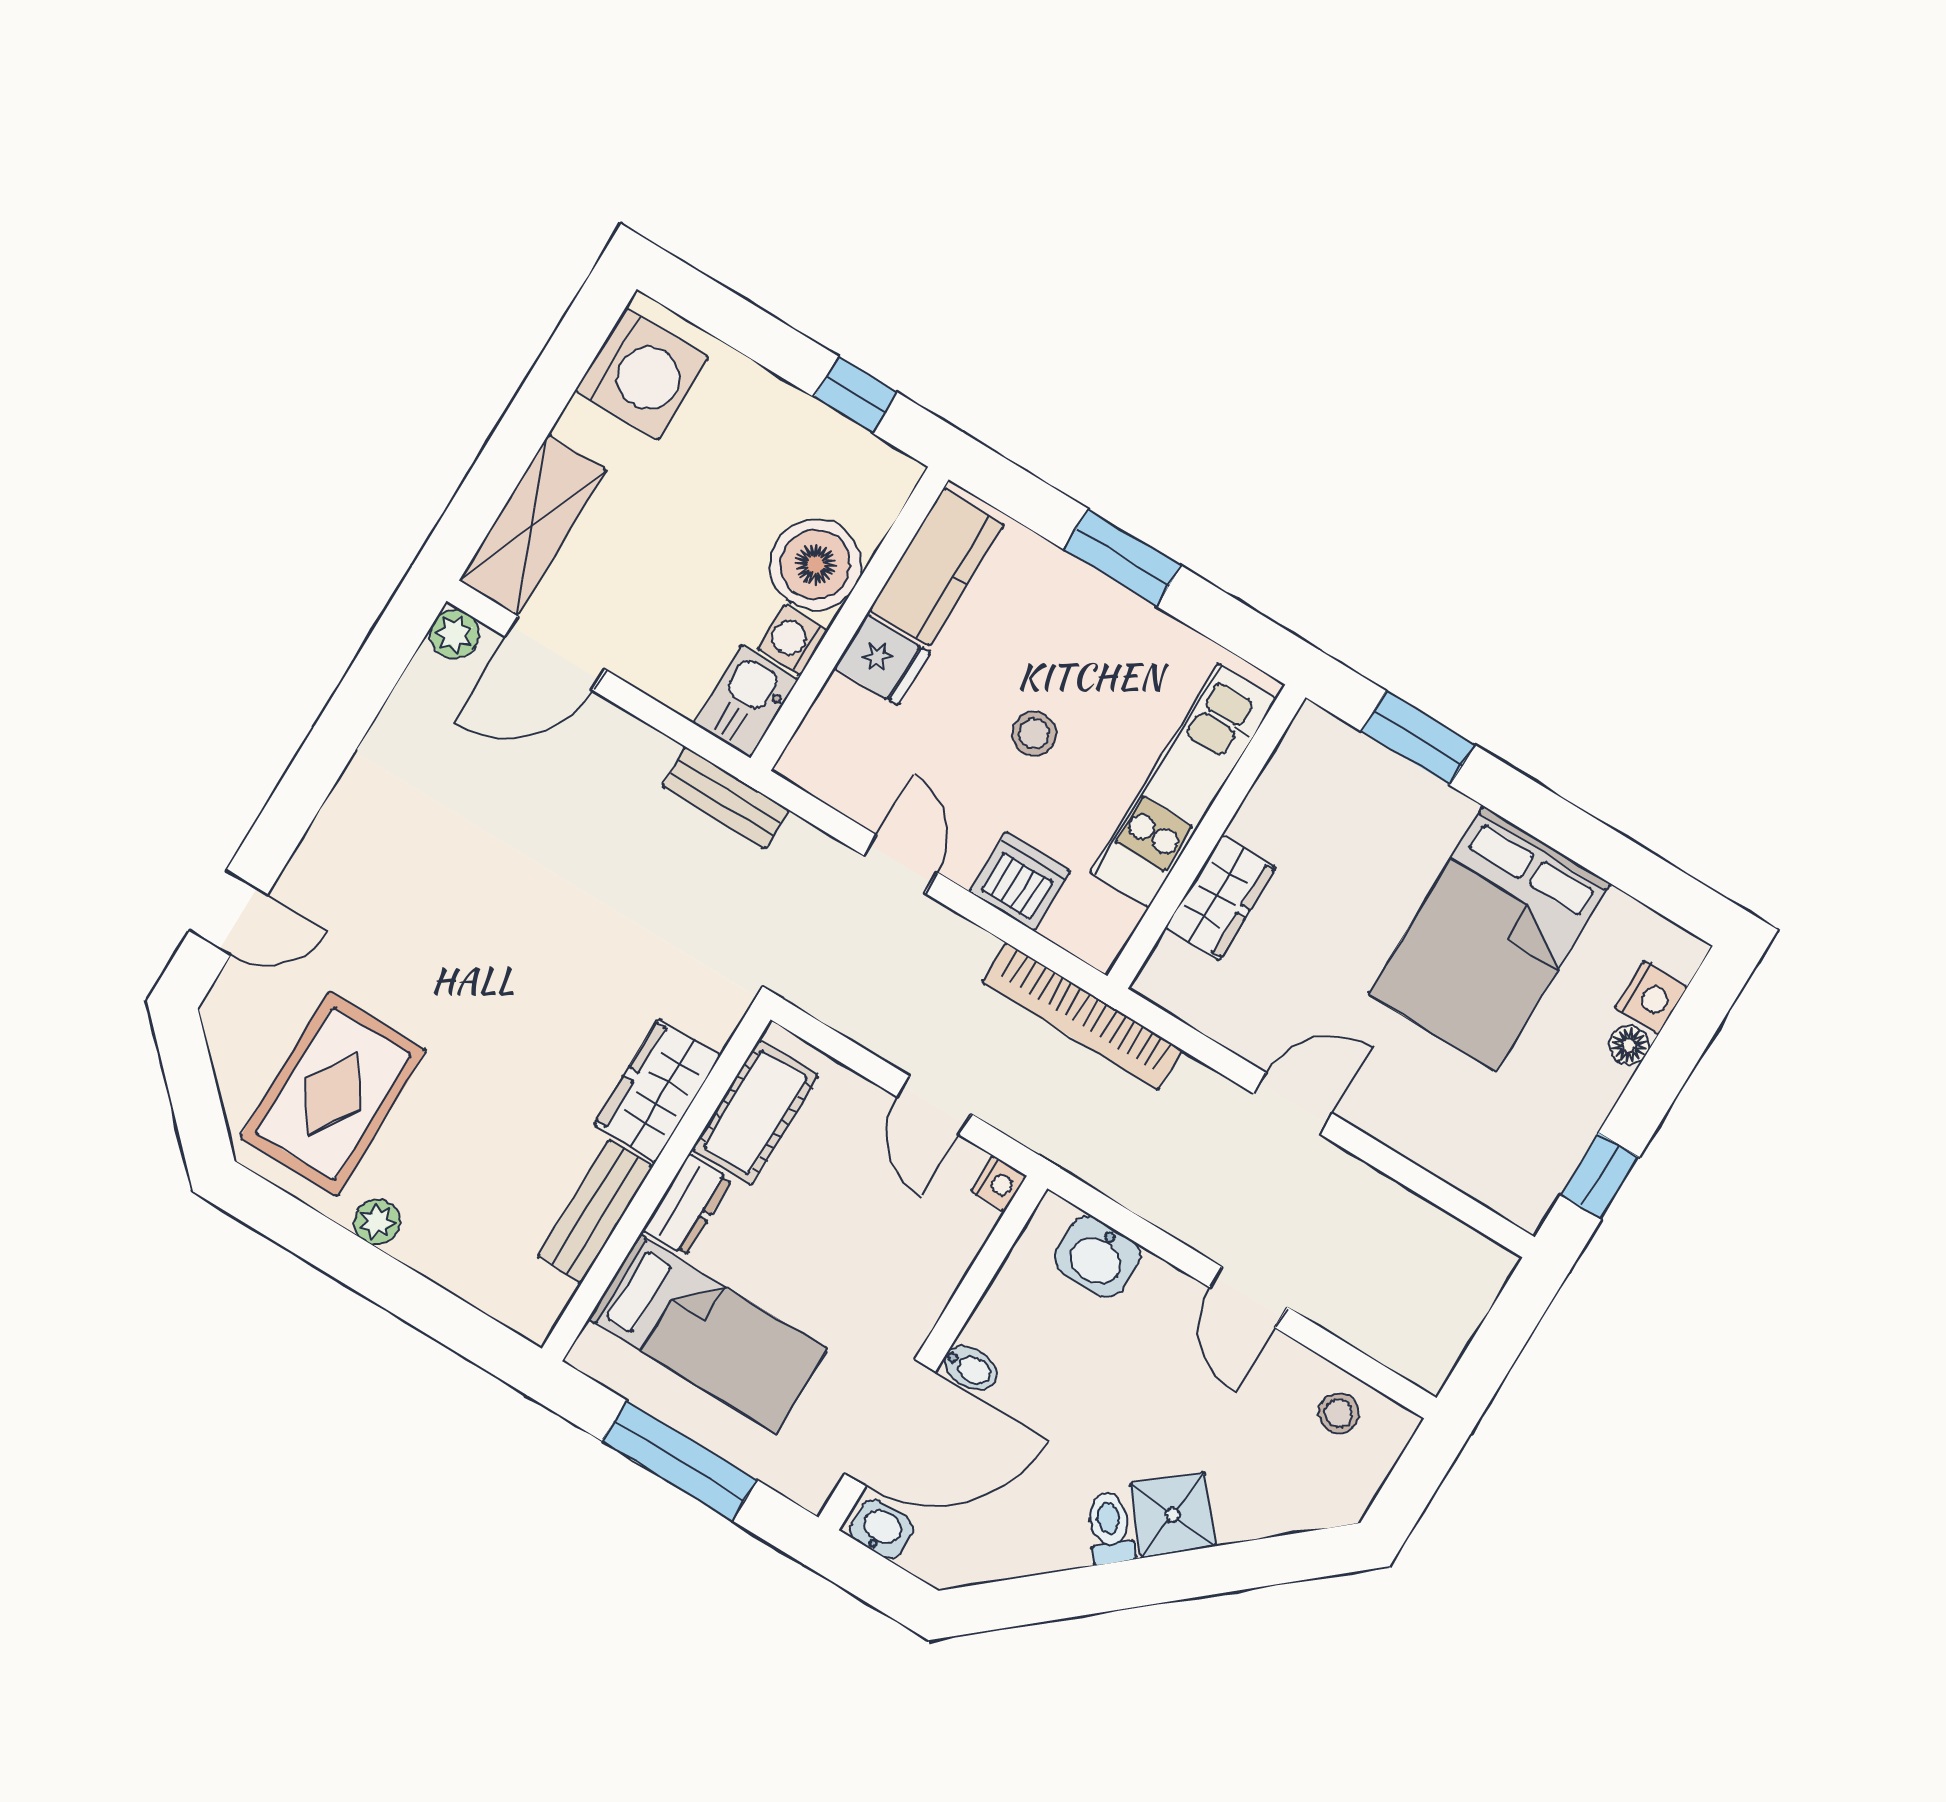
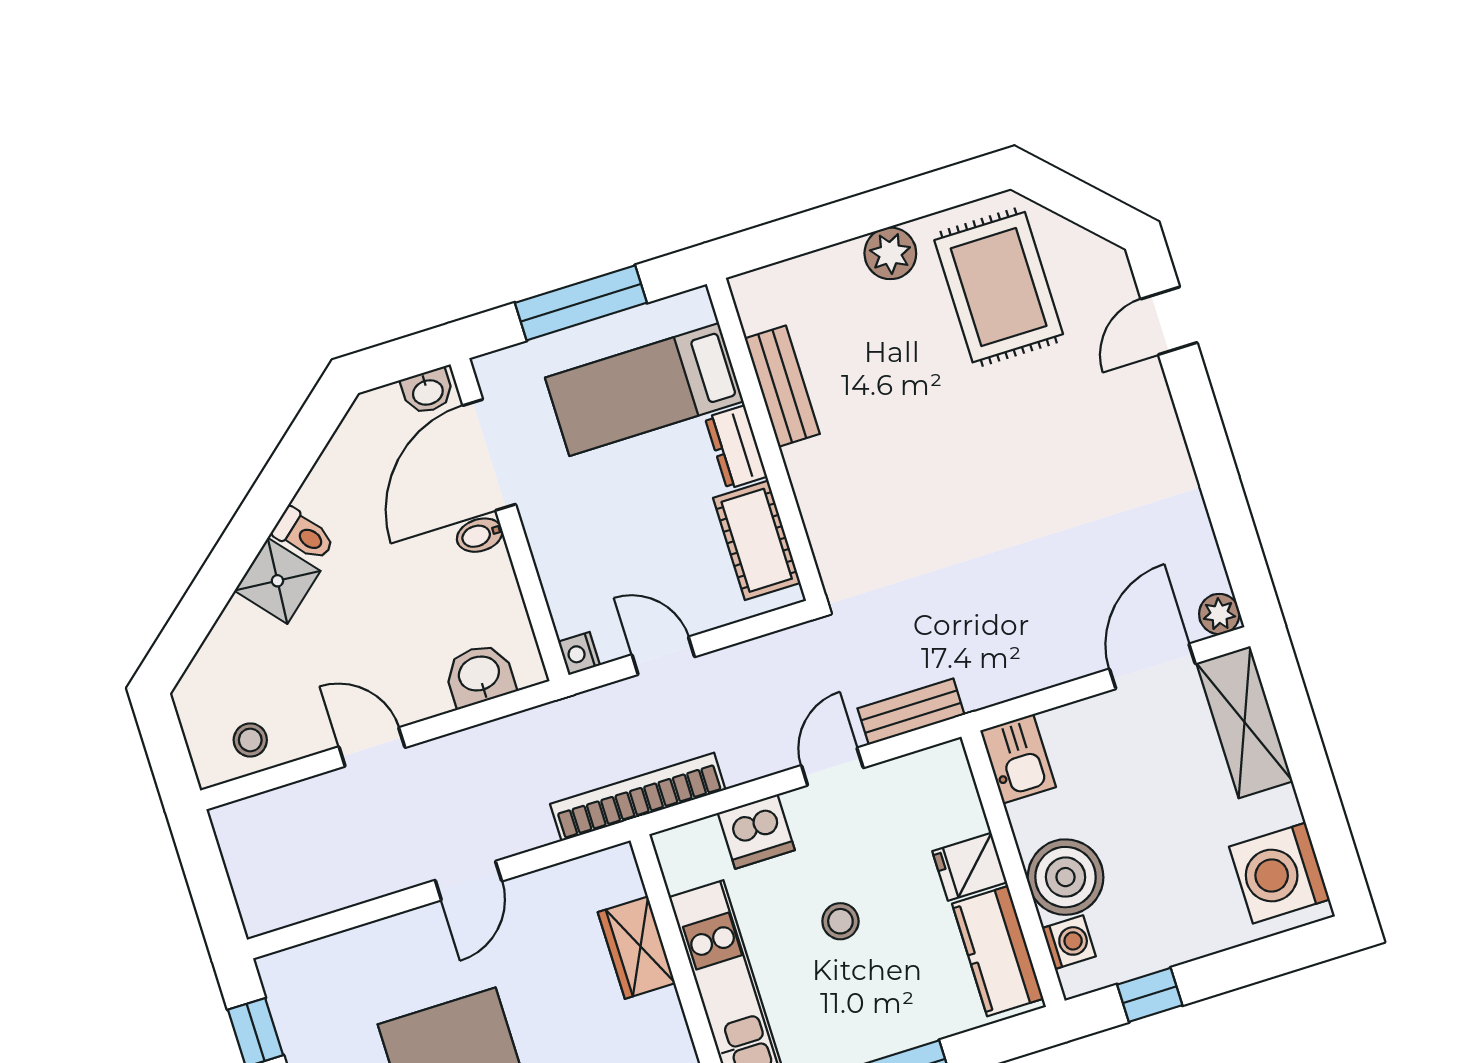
washing machine: (792, 640) -> (1069, 942), moved
bench: (726, 798) -> (911, 712), moved
door: (900, 864) -> (832, 767), swing flipped
wardrobe: (657, 1090) -> (824, 491), removed
plant: (377, 1222) -> (890, 253), width x1.38, depth x1.38

